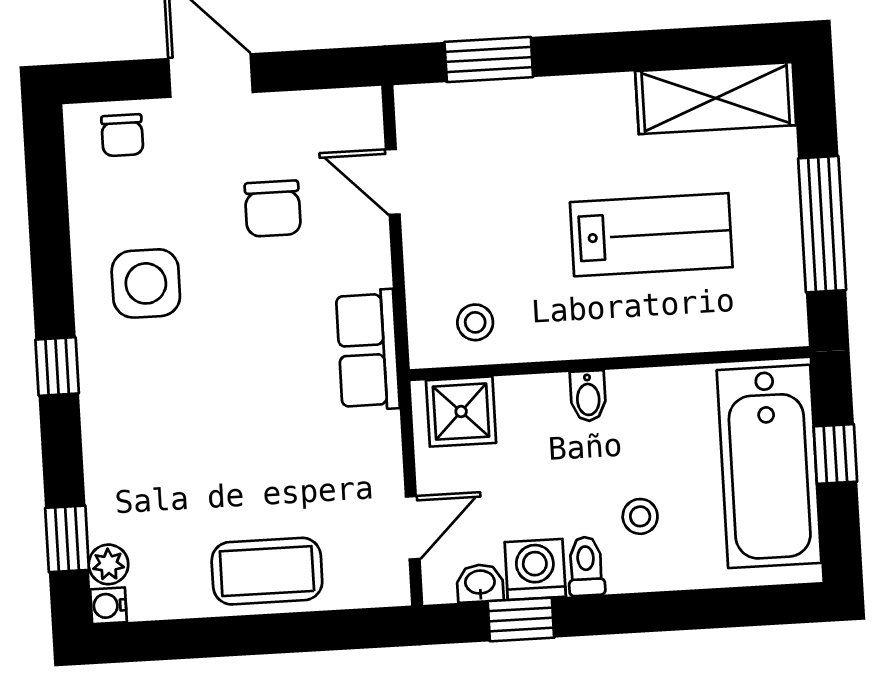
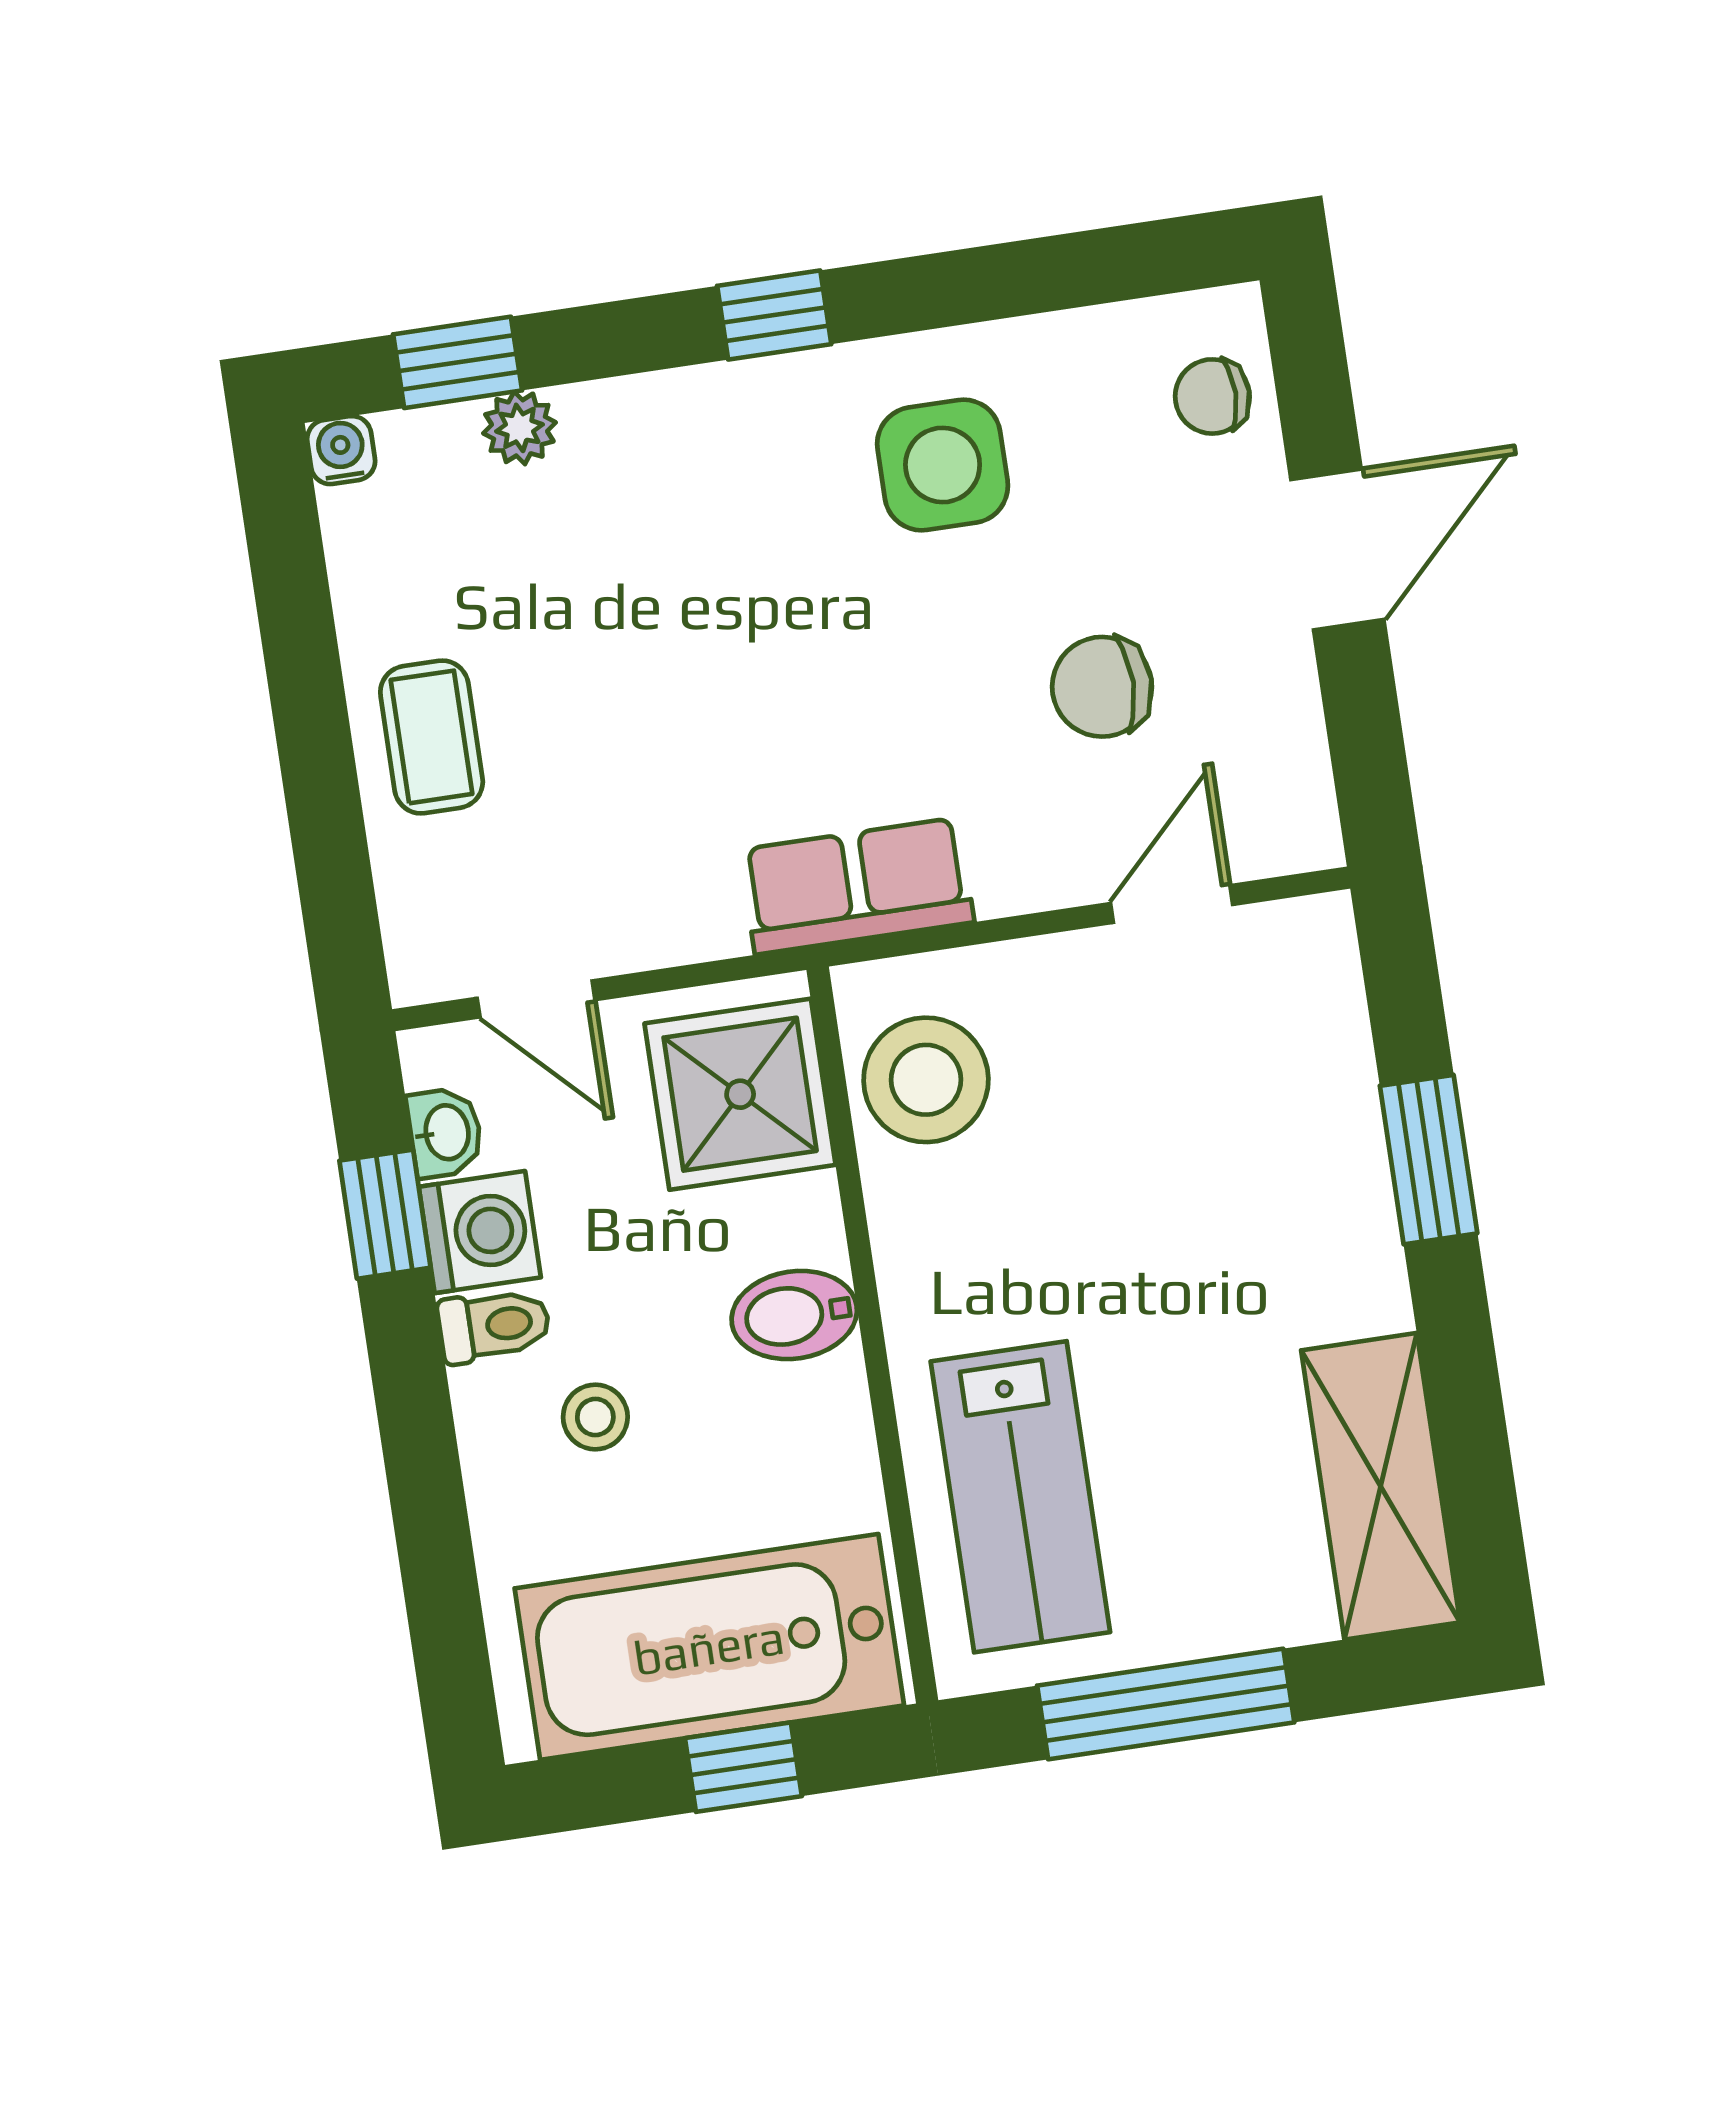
window: (489, 60) -> (1429, 1160), moved
lab bench: (651, 235) -> (1020, 1497), moved
stool: (475, 322) -> (926, 1080), width x1.89, depth x1.89
bidet: (588, 396) -> (794, 1315), width x1.38, depth x1.36
shower: (461, 412) -> (740, 1094), width x1.36, depth x1.36
plant: (108, 564) -> (519, 428), moved
coffee table: (267, 571) -> (432, 737), width x0.73, depth x0.77

